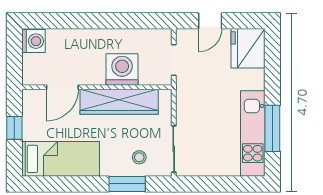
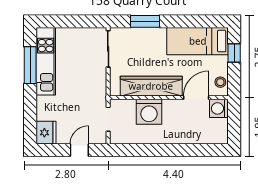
washing machine: (34, 41) -> (219, 108), moved
fridge: (248, 48) -> (46, 133), width x0.73, depth x0.75
window: (14, 128) -> (234, 53), moved
stool: (139, 157) -> (220, 82), moved

